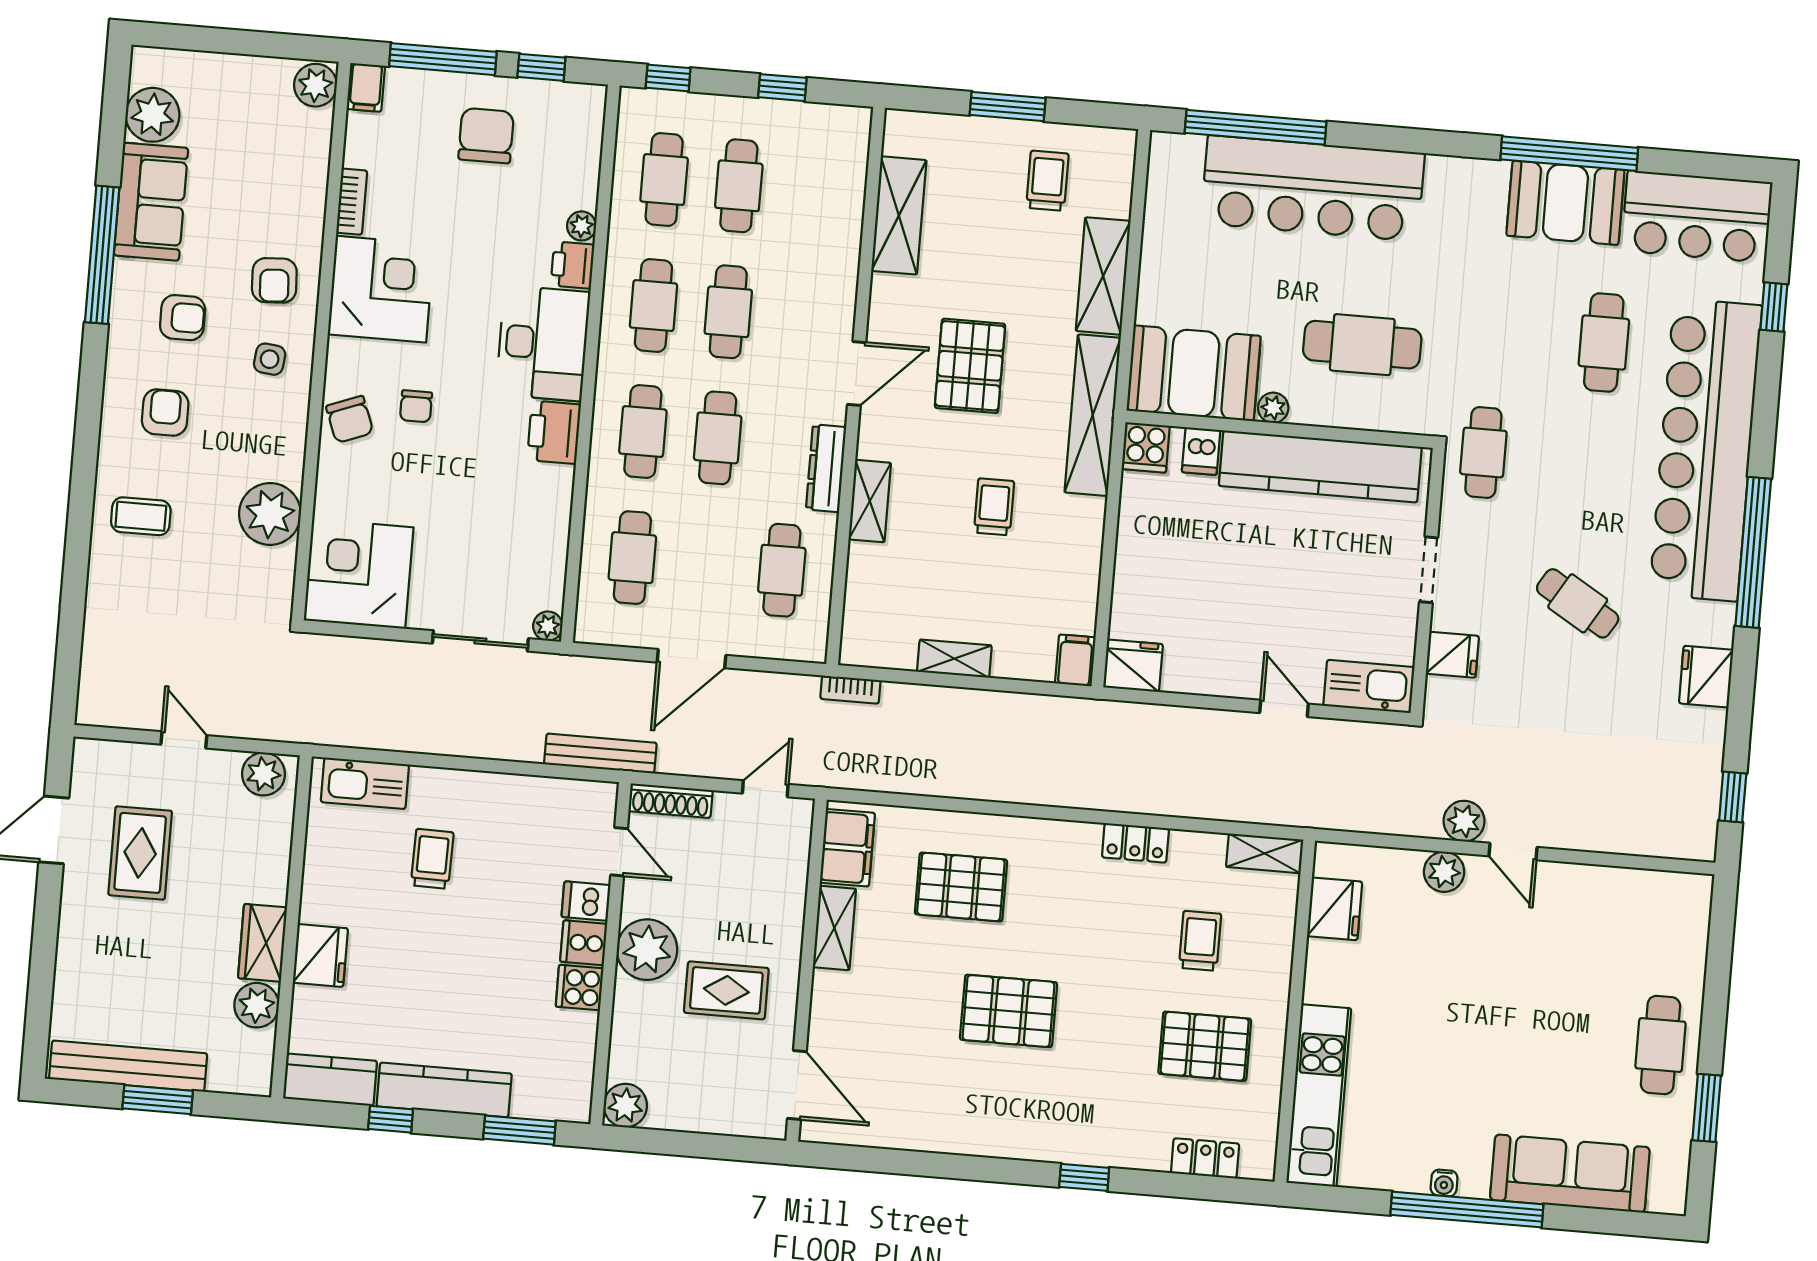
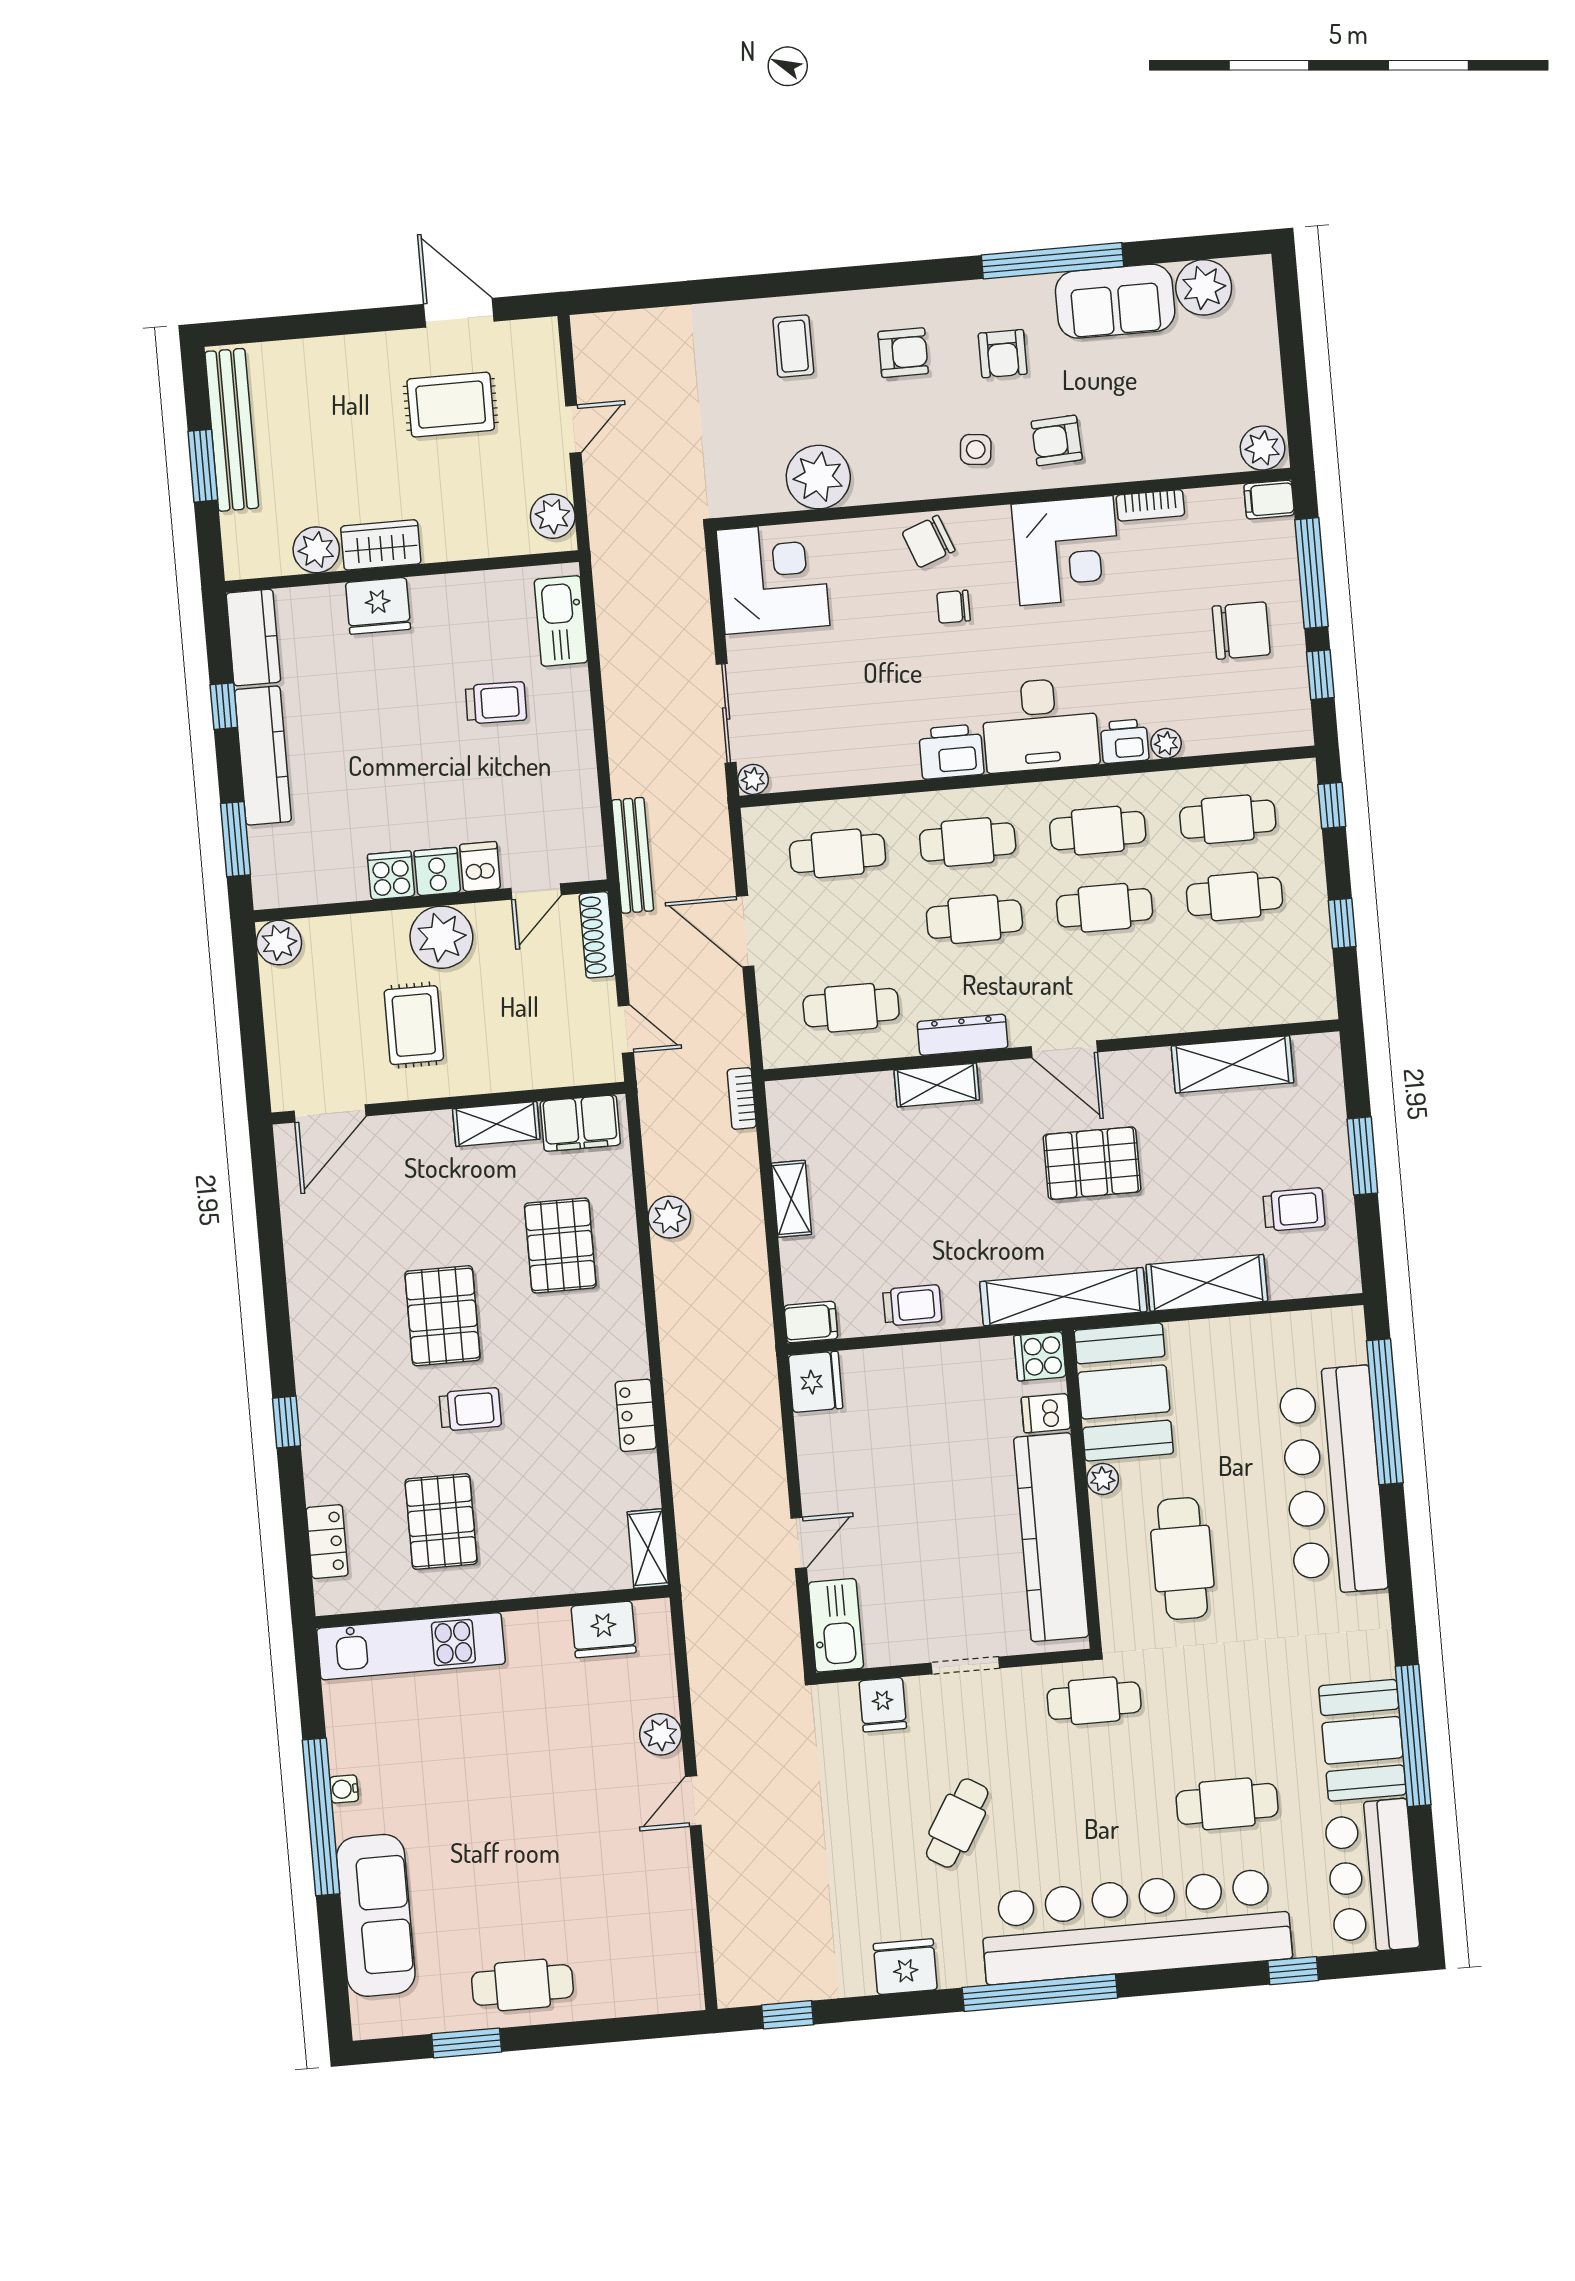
trolley: (994, 507) -> (912, 1305), moved
plant: (1464, 821) -> (669, 1217), moved
trolley: (1200, 941) -> (470, 1409), moved

